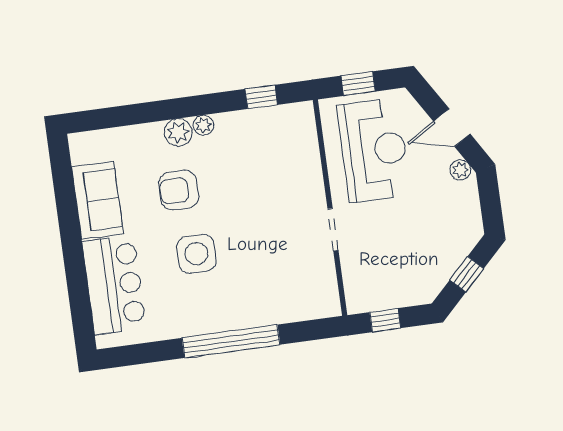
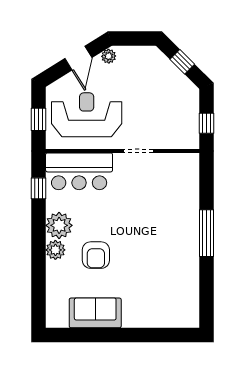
plant: (203, 125) -> (59, 225), width x1.88, depth x1.88
side table: (196, 254) -> (142, 249), removed
bar counter: (114, 285) -> (79, 171), moved, turned 180
window: (231, 341) -> (207, 233), width x0.68

